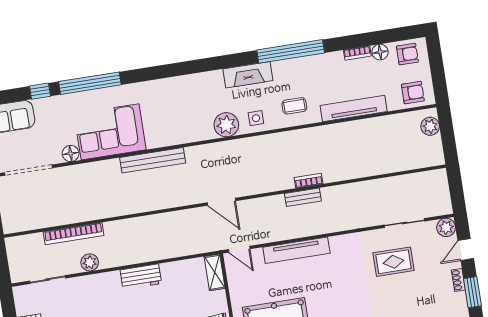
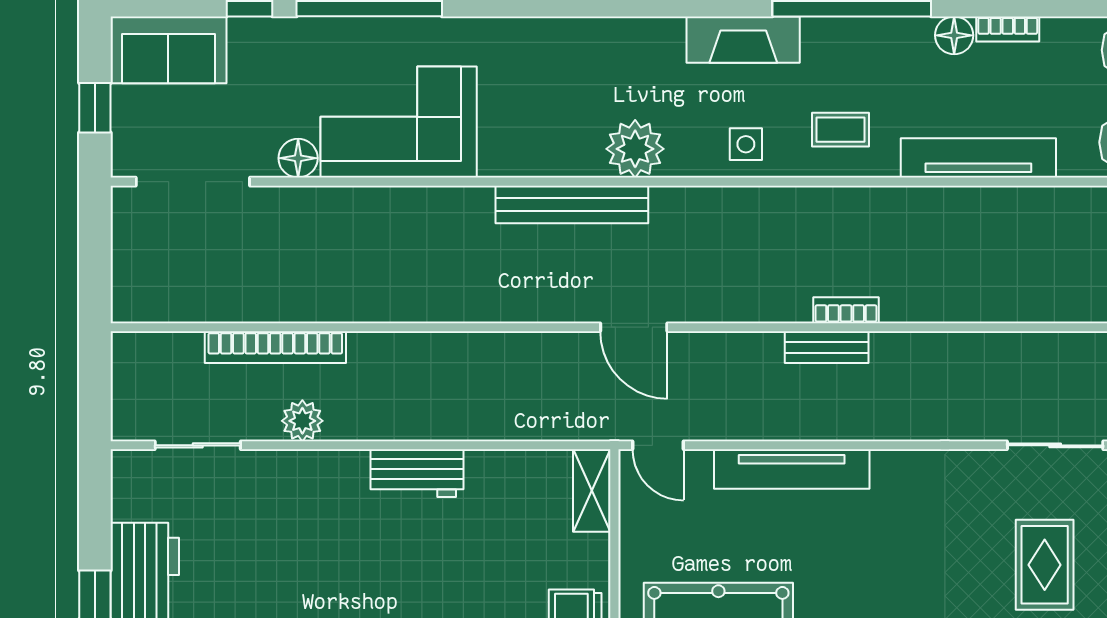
floor lamp: (380, 52) -> (954, 35), moved
plant: (226, 125) -> (635, 149), moved
bench: (153, 160) -> (572, 205), moved
rug: (393, 262) -> (1045, 565), moved, turned 90

